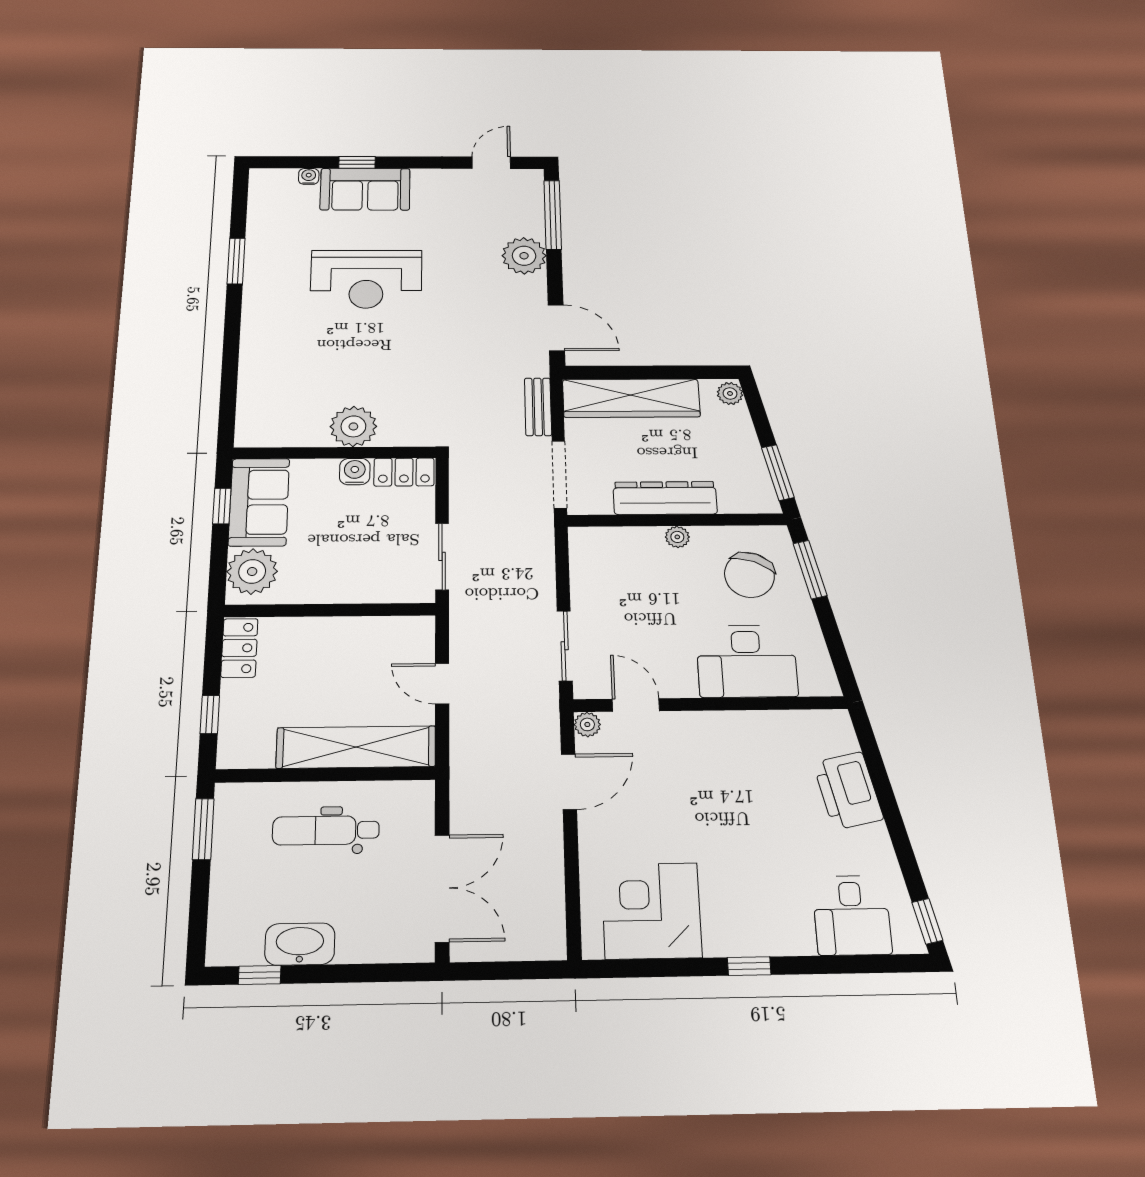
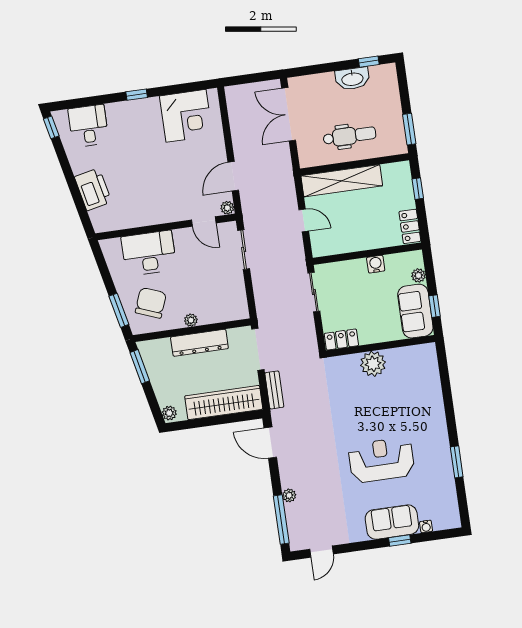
plant: (524, 256) -> (289, 495), width x0.53, depth x0.53
water cooler: (355, 472) -> (376, 264), moved, turned 180
plant: (252, 571) -> (418, 275), width x0.53, depth x0.53

